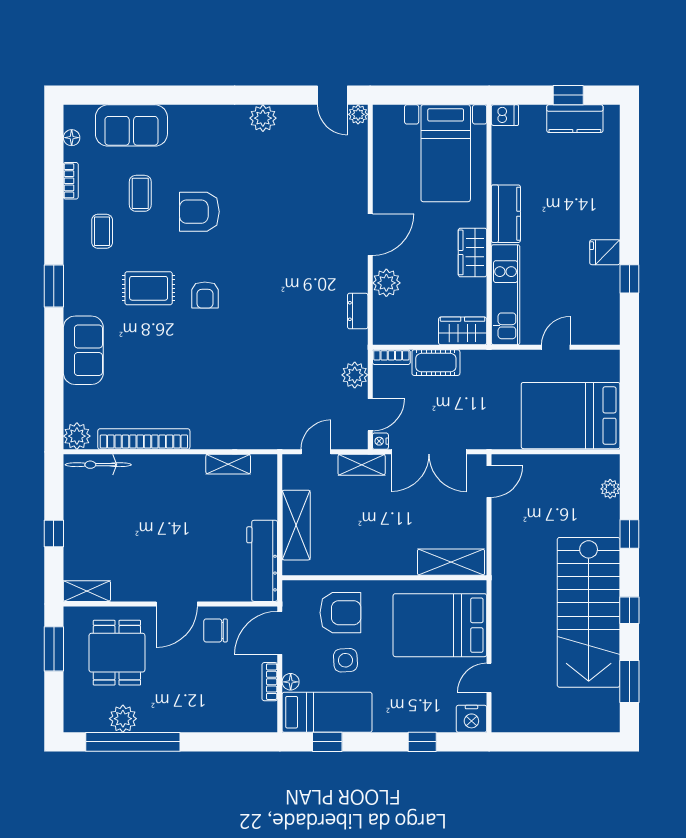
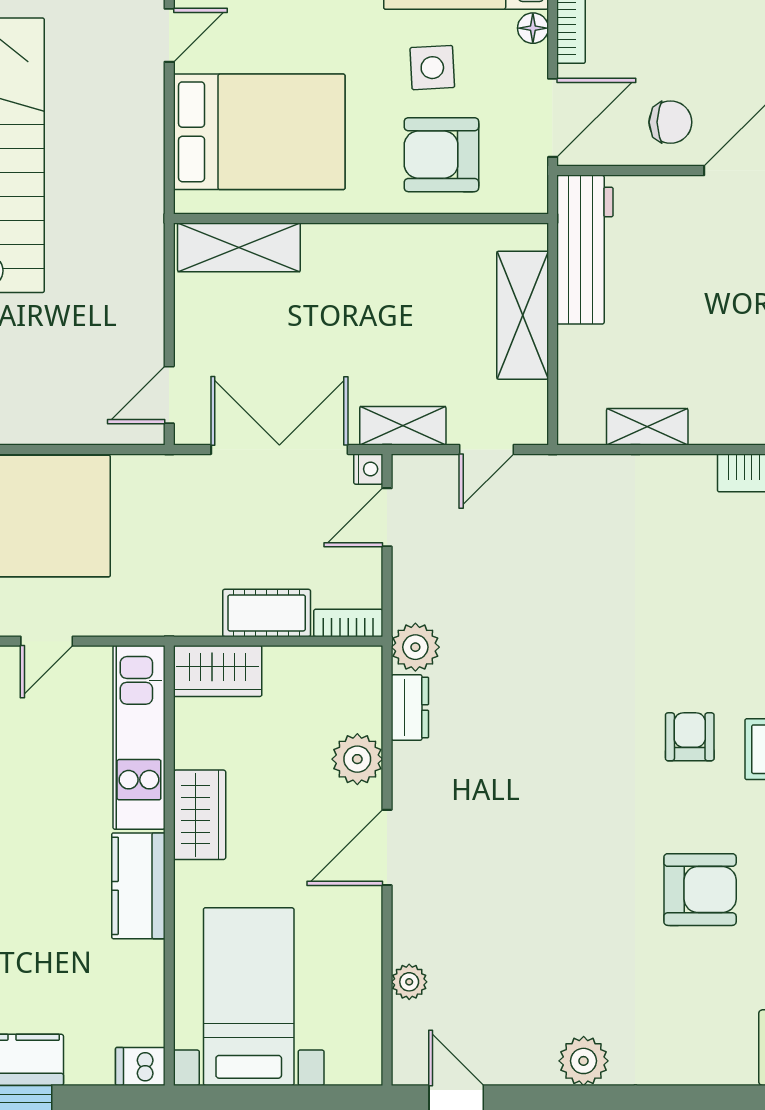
plant: (358, 114) -> (409, 982), moved
plant: (355, 375) -> (415, 647), moved

